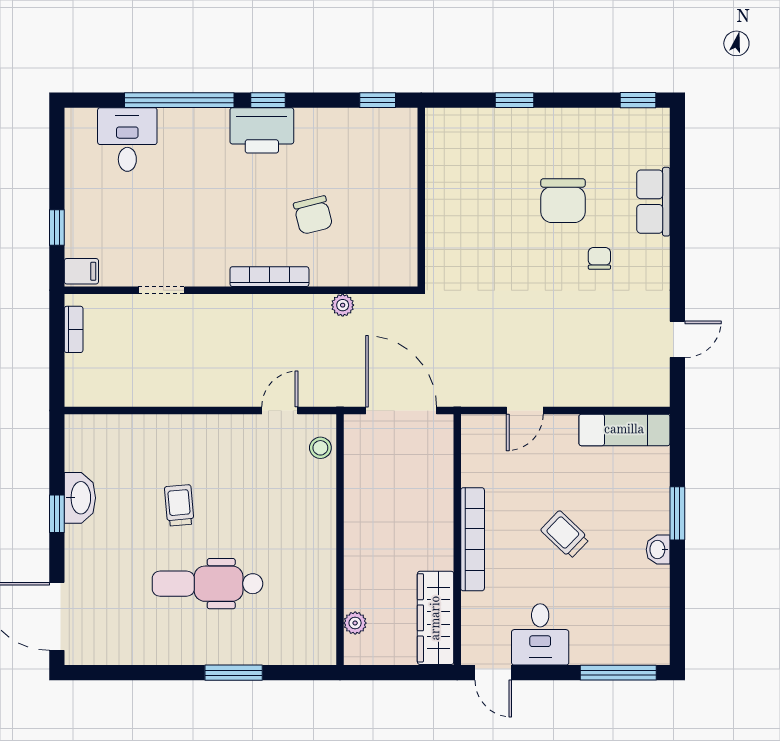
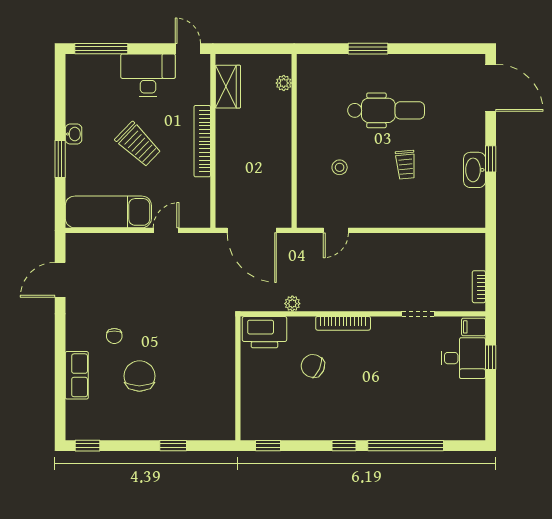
printer: (262, 130) -> (264, 332), moved, turned 180
desk: (127, 140) -> (463, 358), moved, turned -90
chair: (313, 215) -> (313, 366), turned -52
door: (677, 339) -> (60, 280), width x1.38
exam couch: (624, 430) -> (108, 212), width x1.36, depth x1.45
stool: (320, 448) -> (340, 167), moved
trolley: (565, 535) -> (138, 144), width x1.36, depth x1.39
wardrobe: (436, 618) -> (228, 87), width x0.67
desk: (540, 634) -> (148, 75), width x1.37

